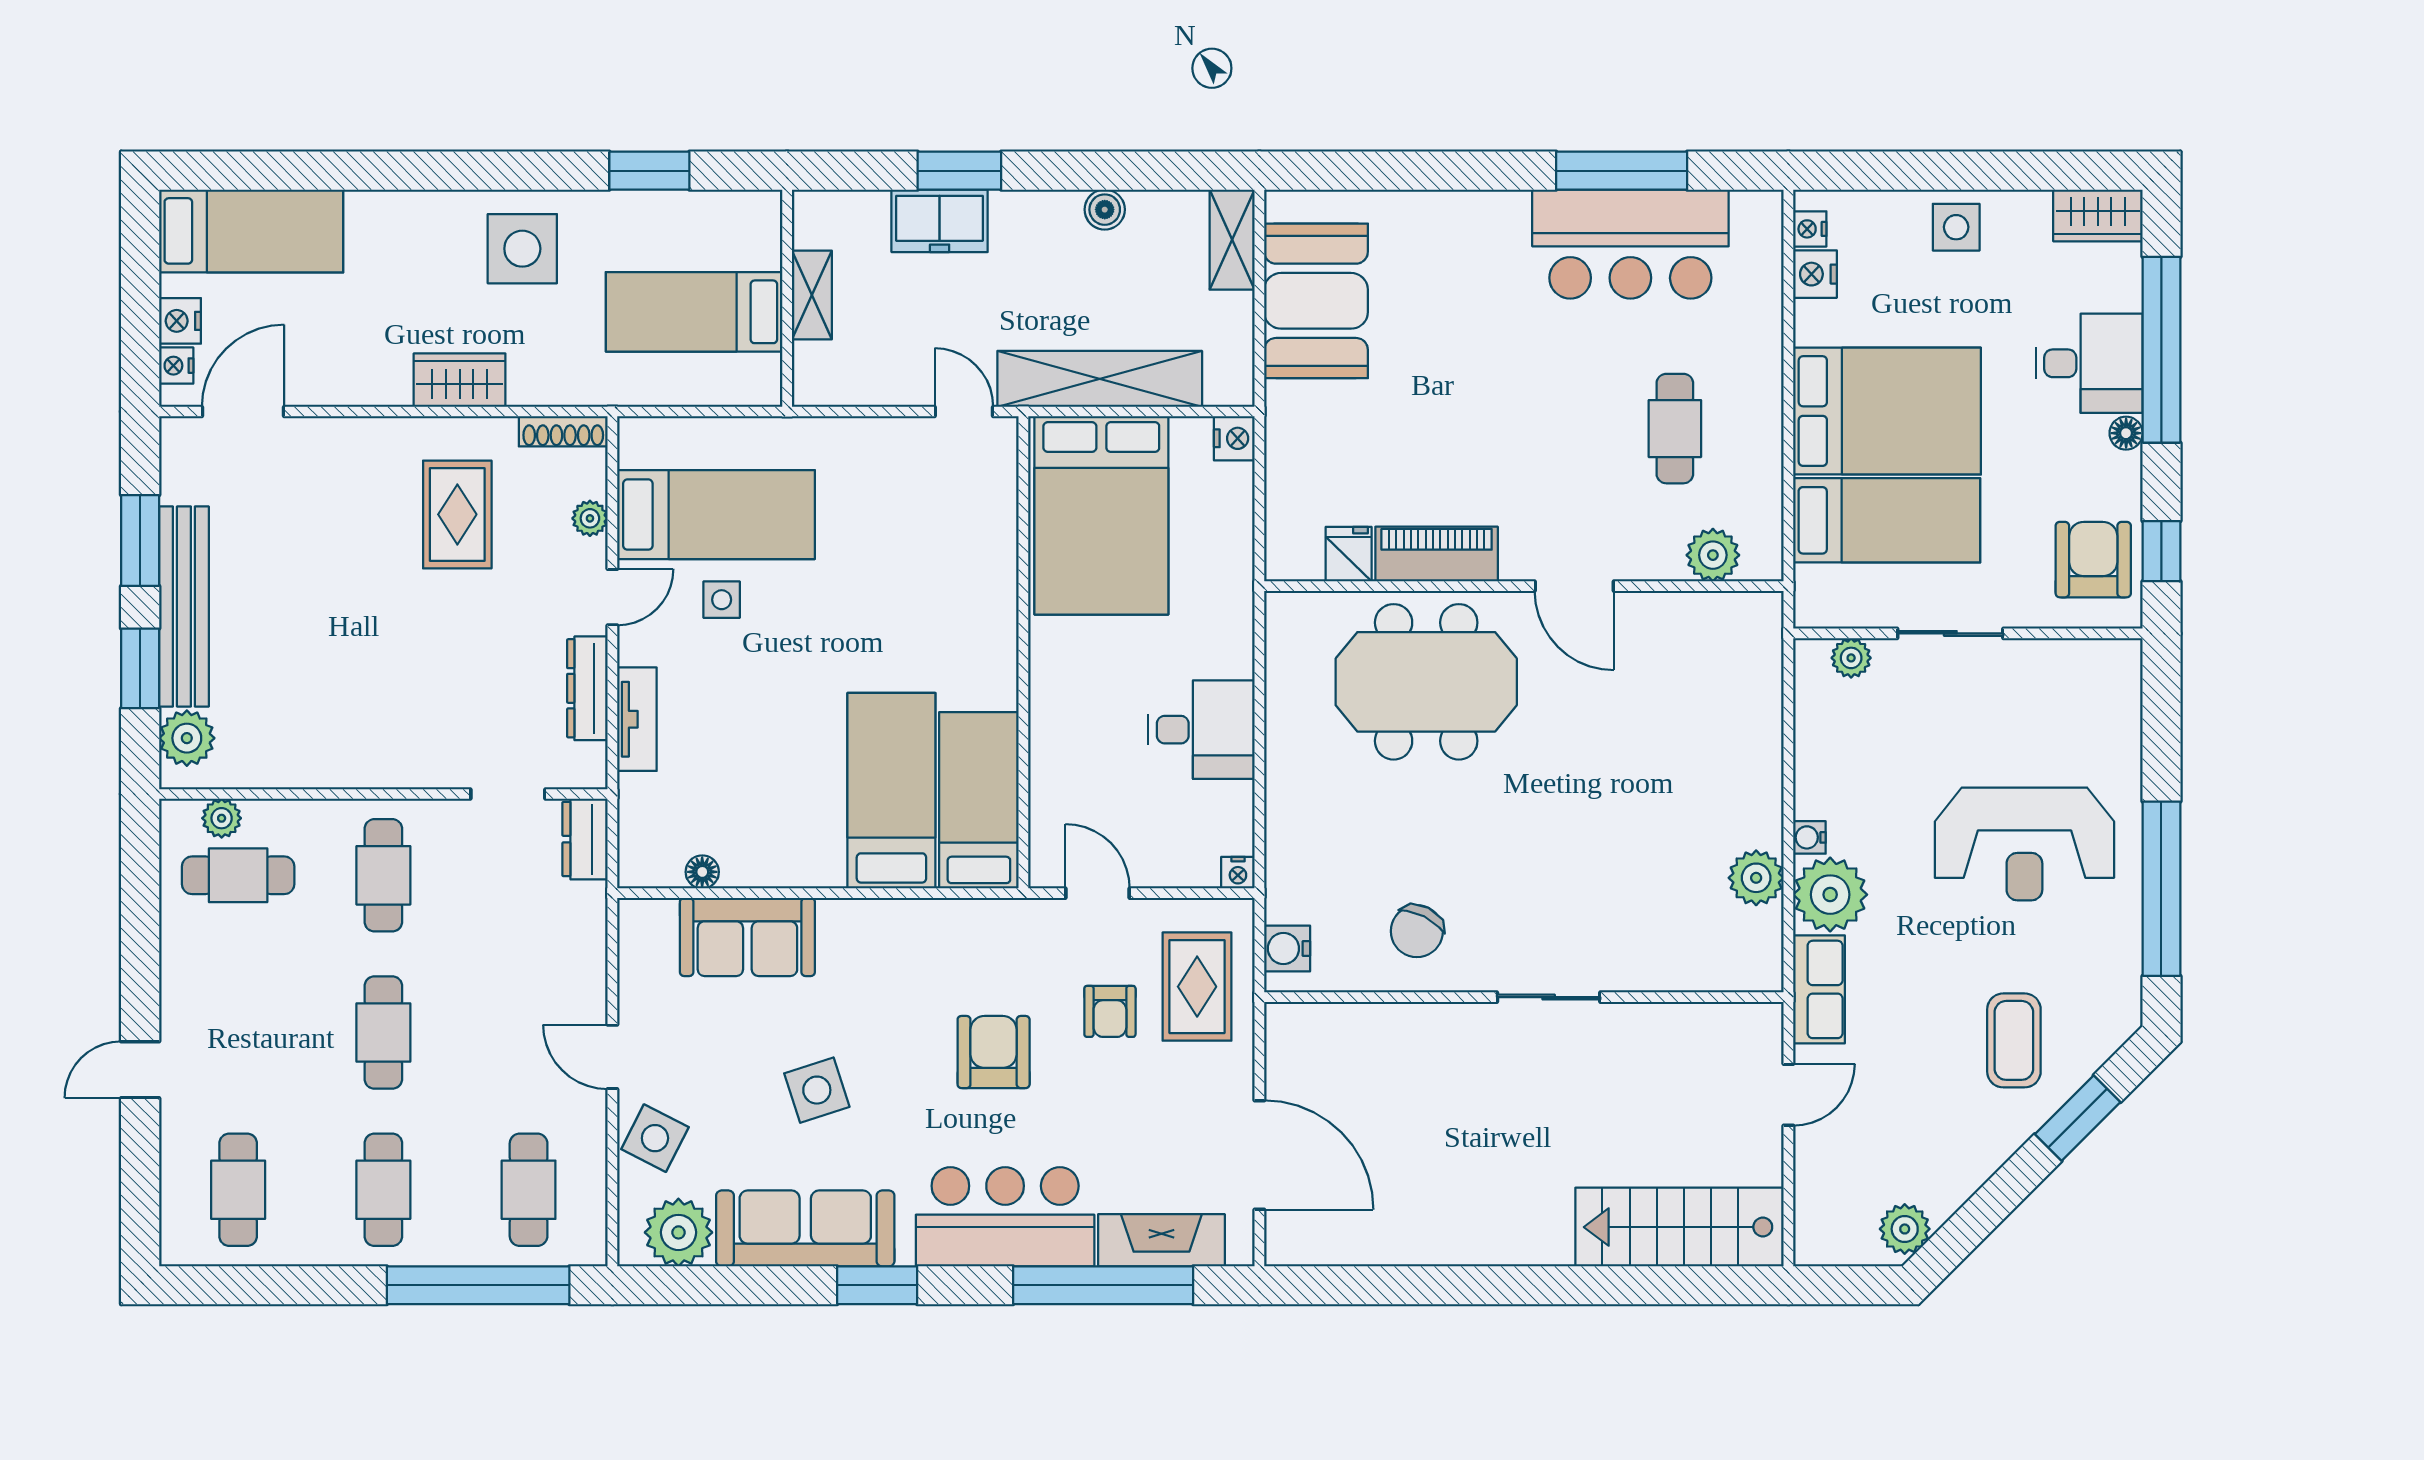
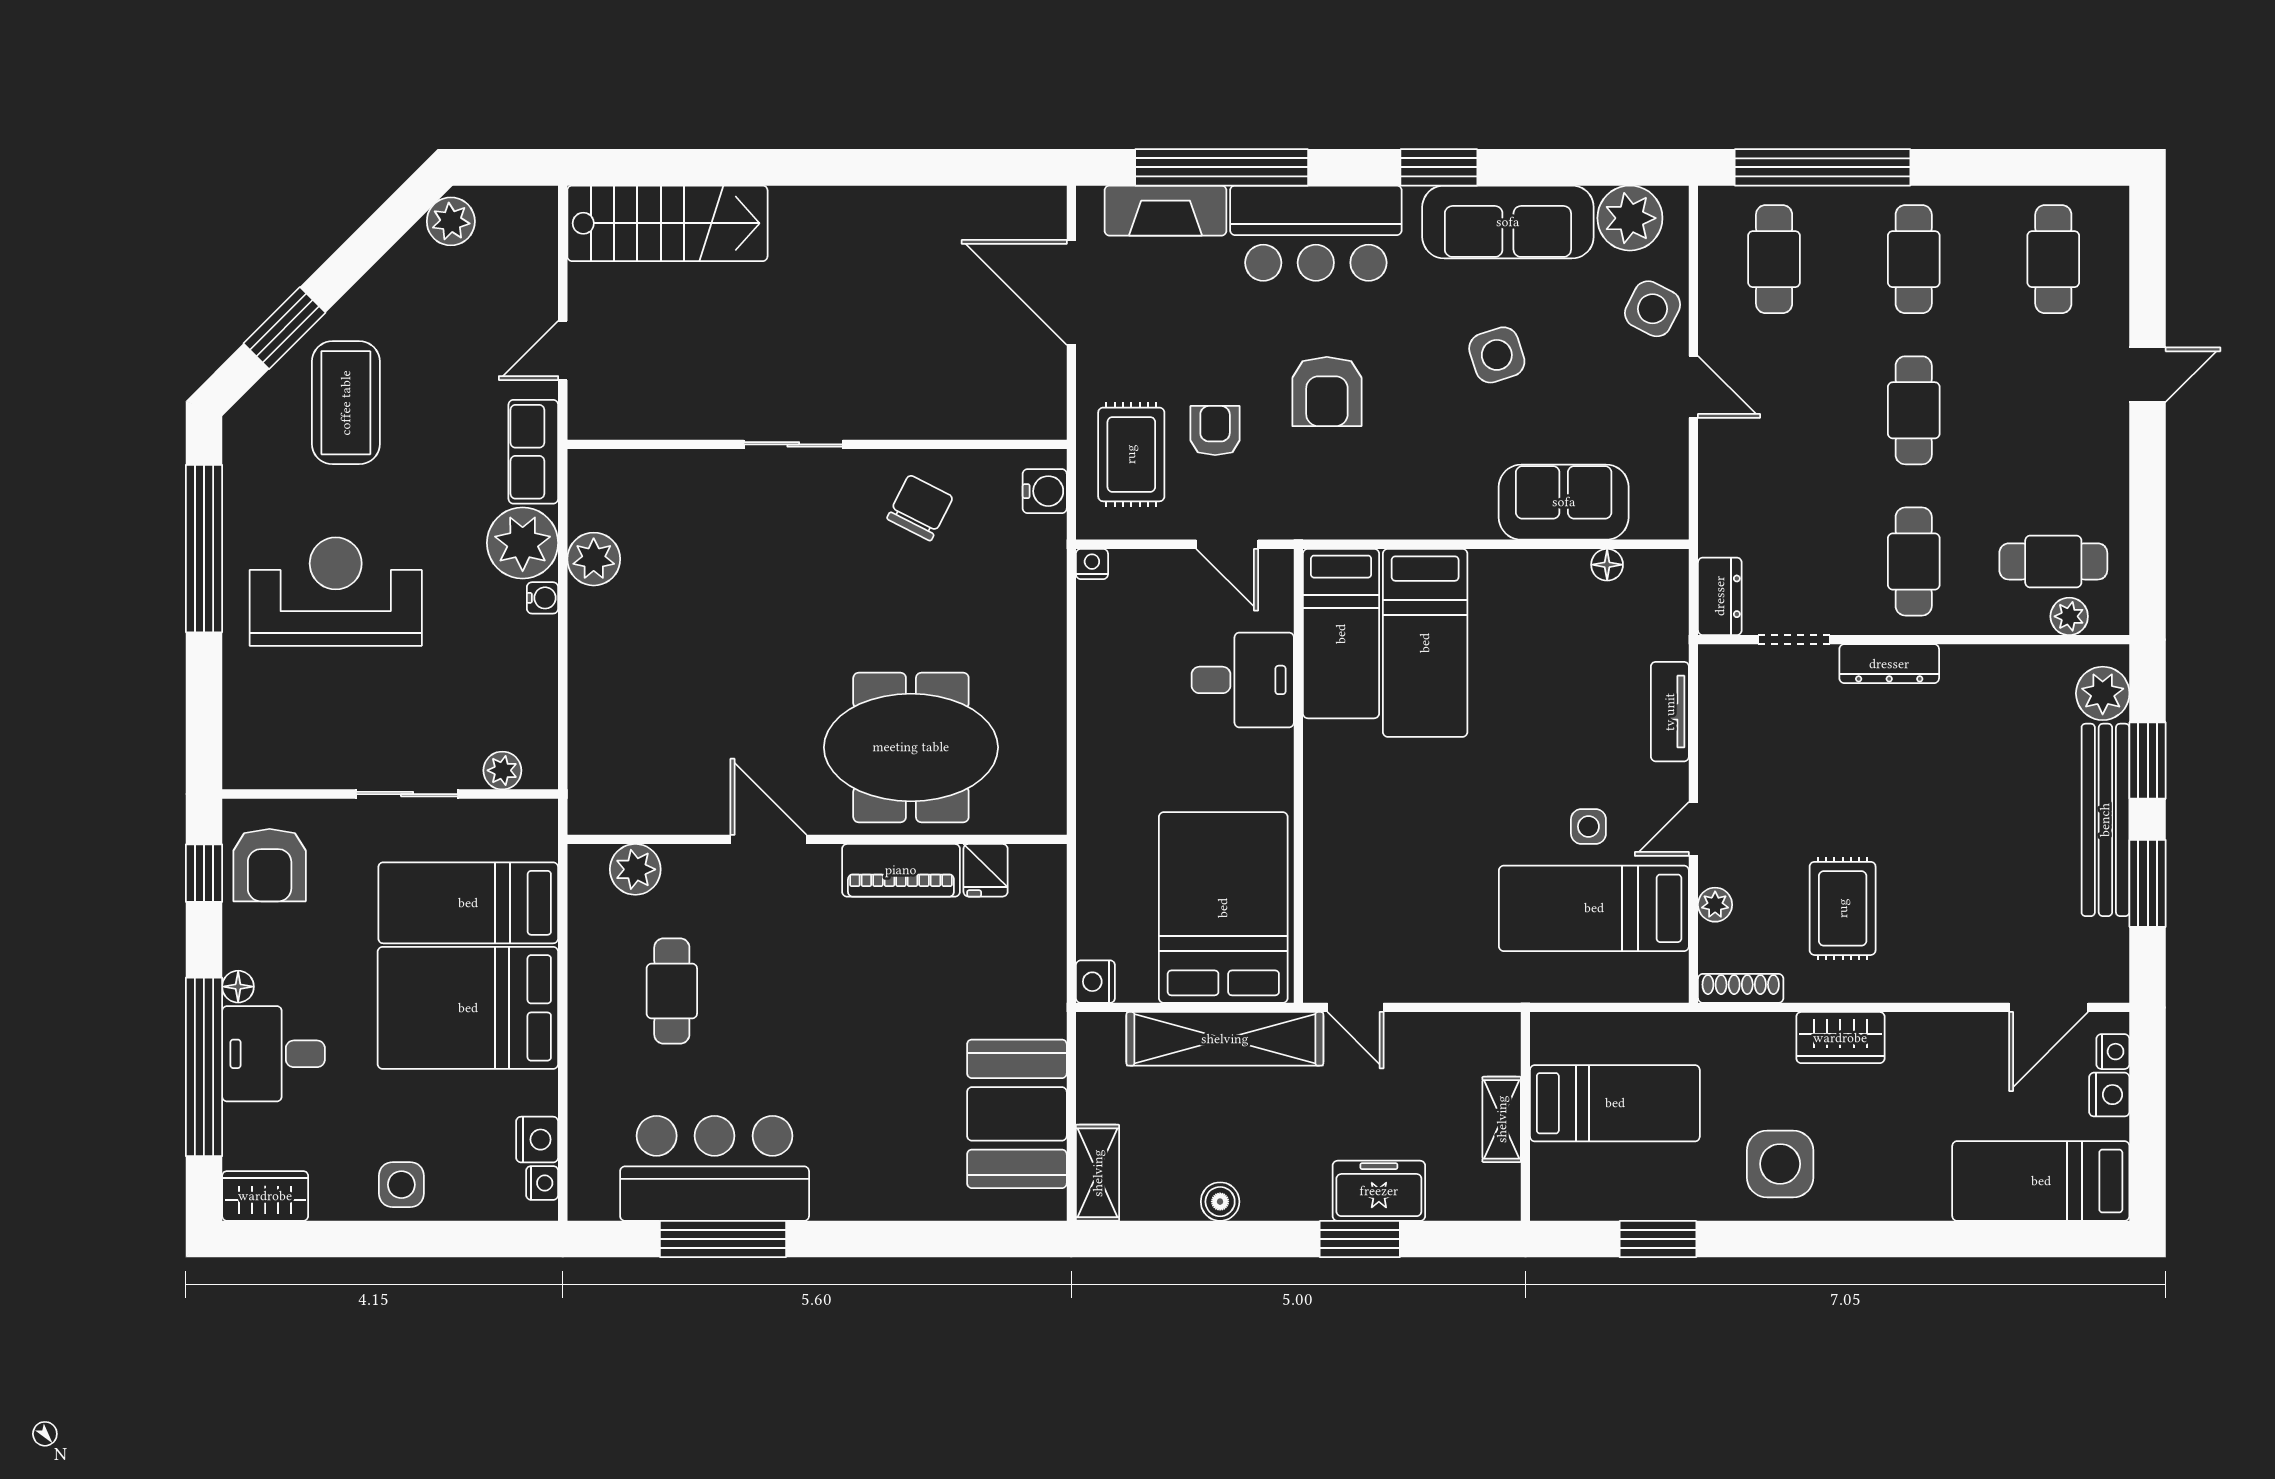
dresser: (587, 688) -> (1889, 664), moved, turned 90
desk: (1201, 730) -> (1243, 680), moved, turned 180
coffee table: (2014, 1040) -> (346, 403), width x1.36, depth x1.32

